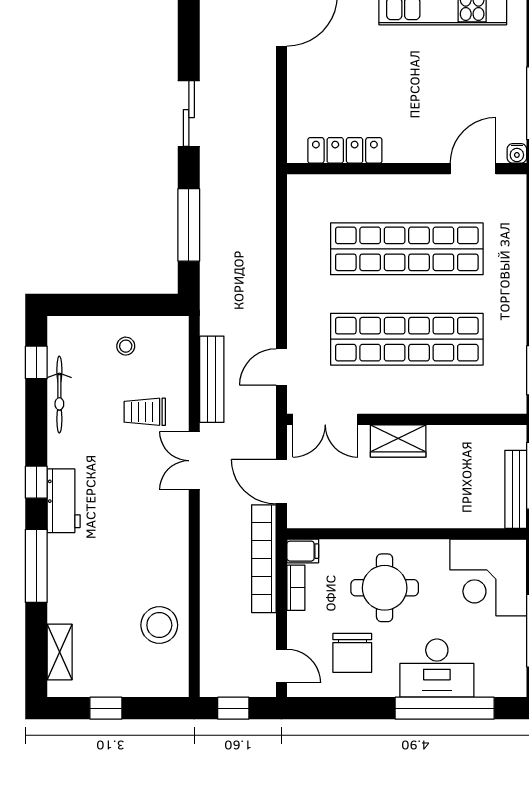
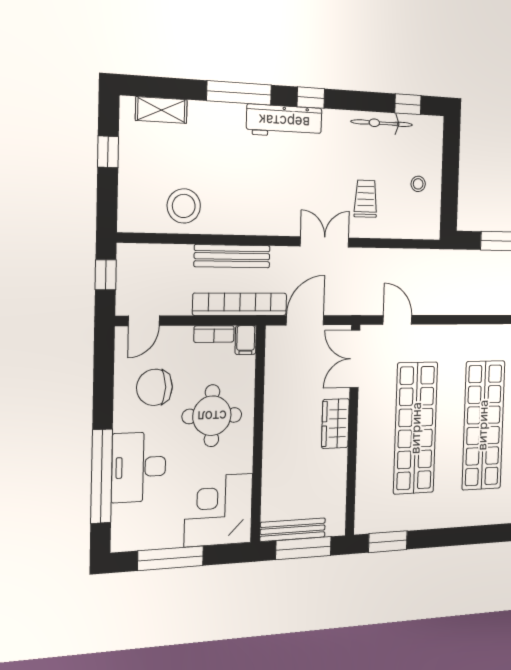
bench: (212, 379) -> (232, 256), moved
workbench: (64, 501) -> (284, 121), width x1.38

